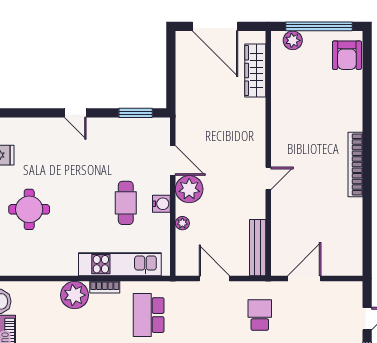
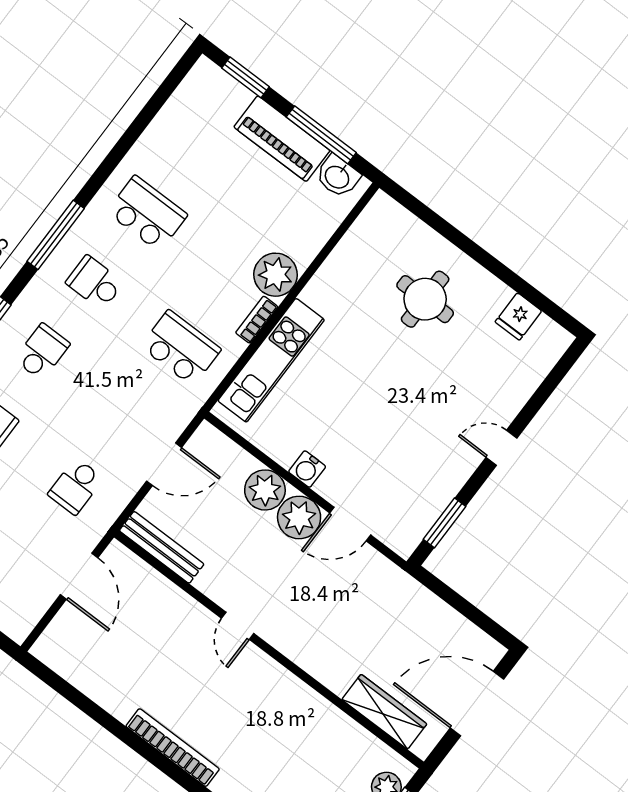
cafe table: (126, 203) -> (342, 425), removed
plant: (182, 223) -> (265, 490), width x1.88, depth x1.88
school desk: (260, 315) -> (76, 486), turned 90

